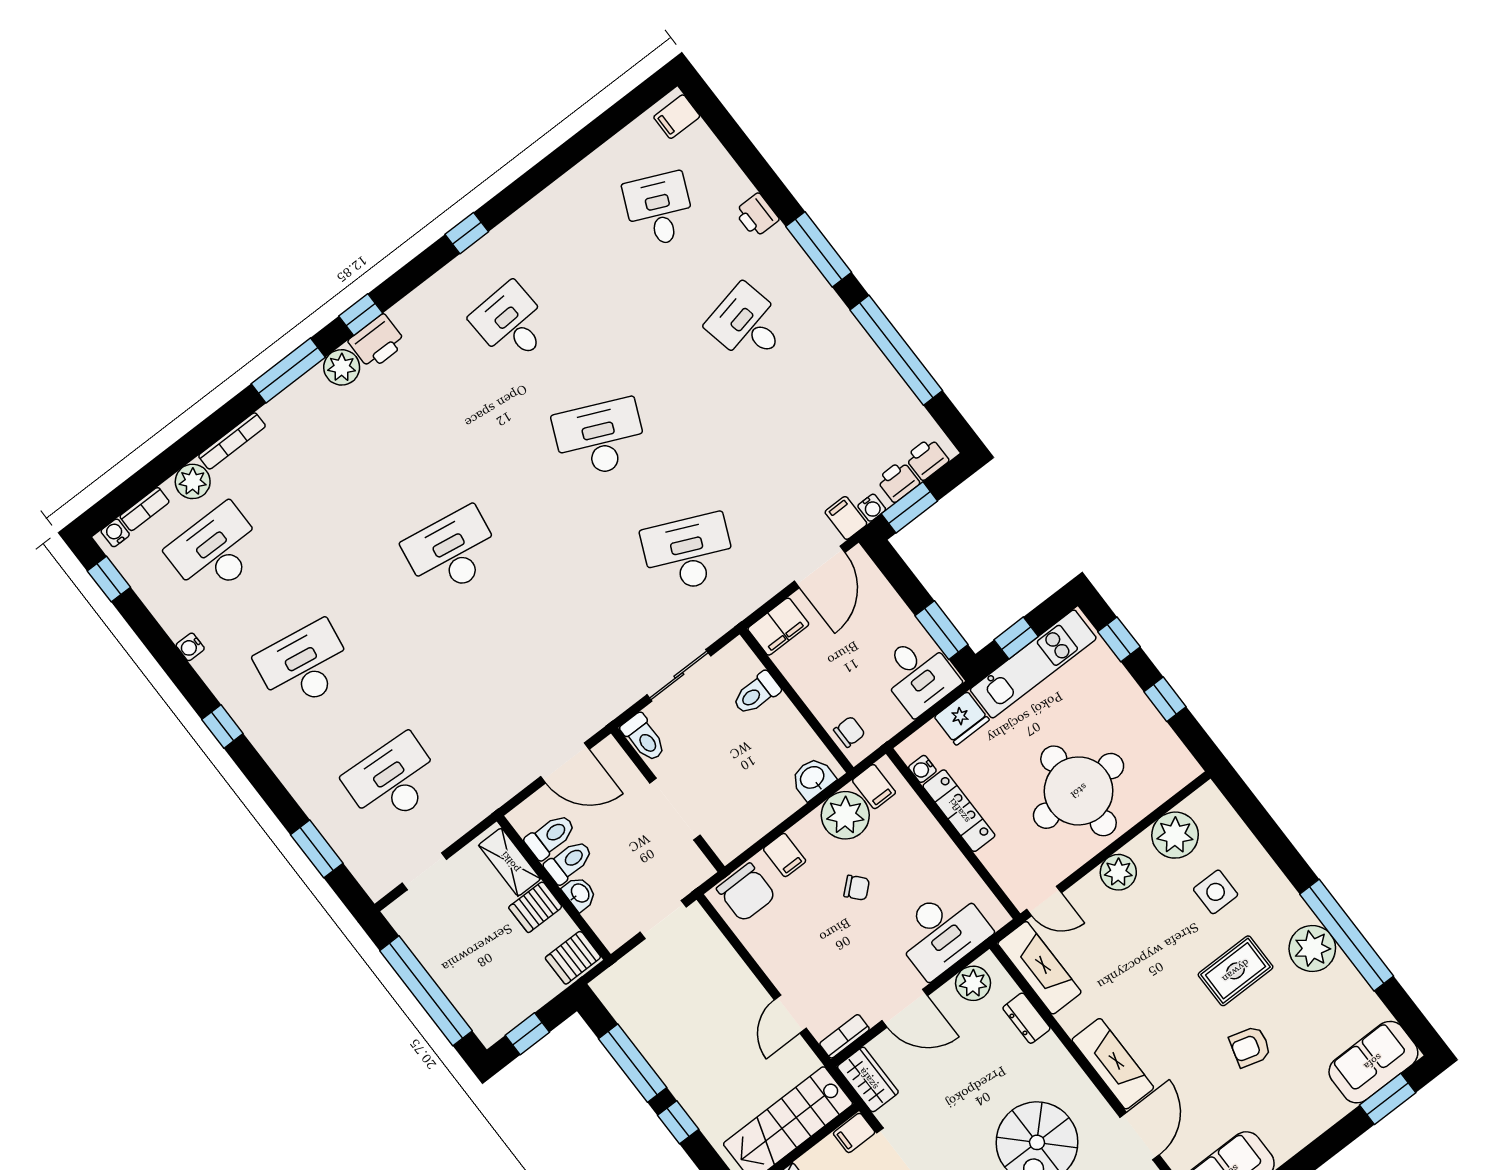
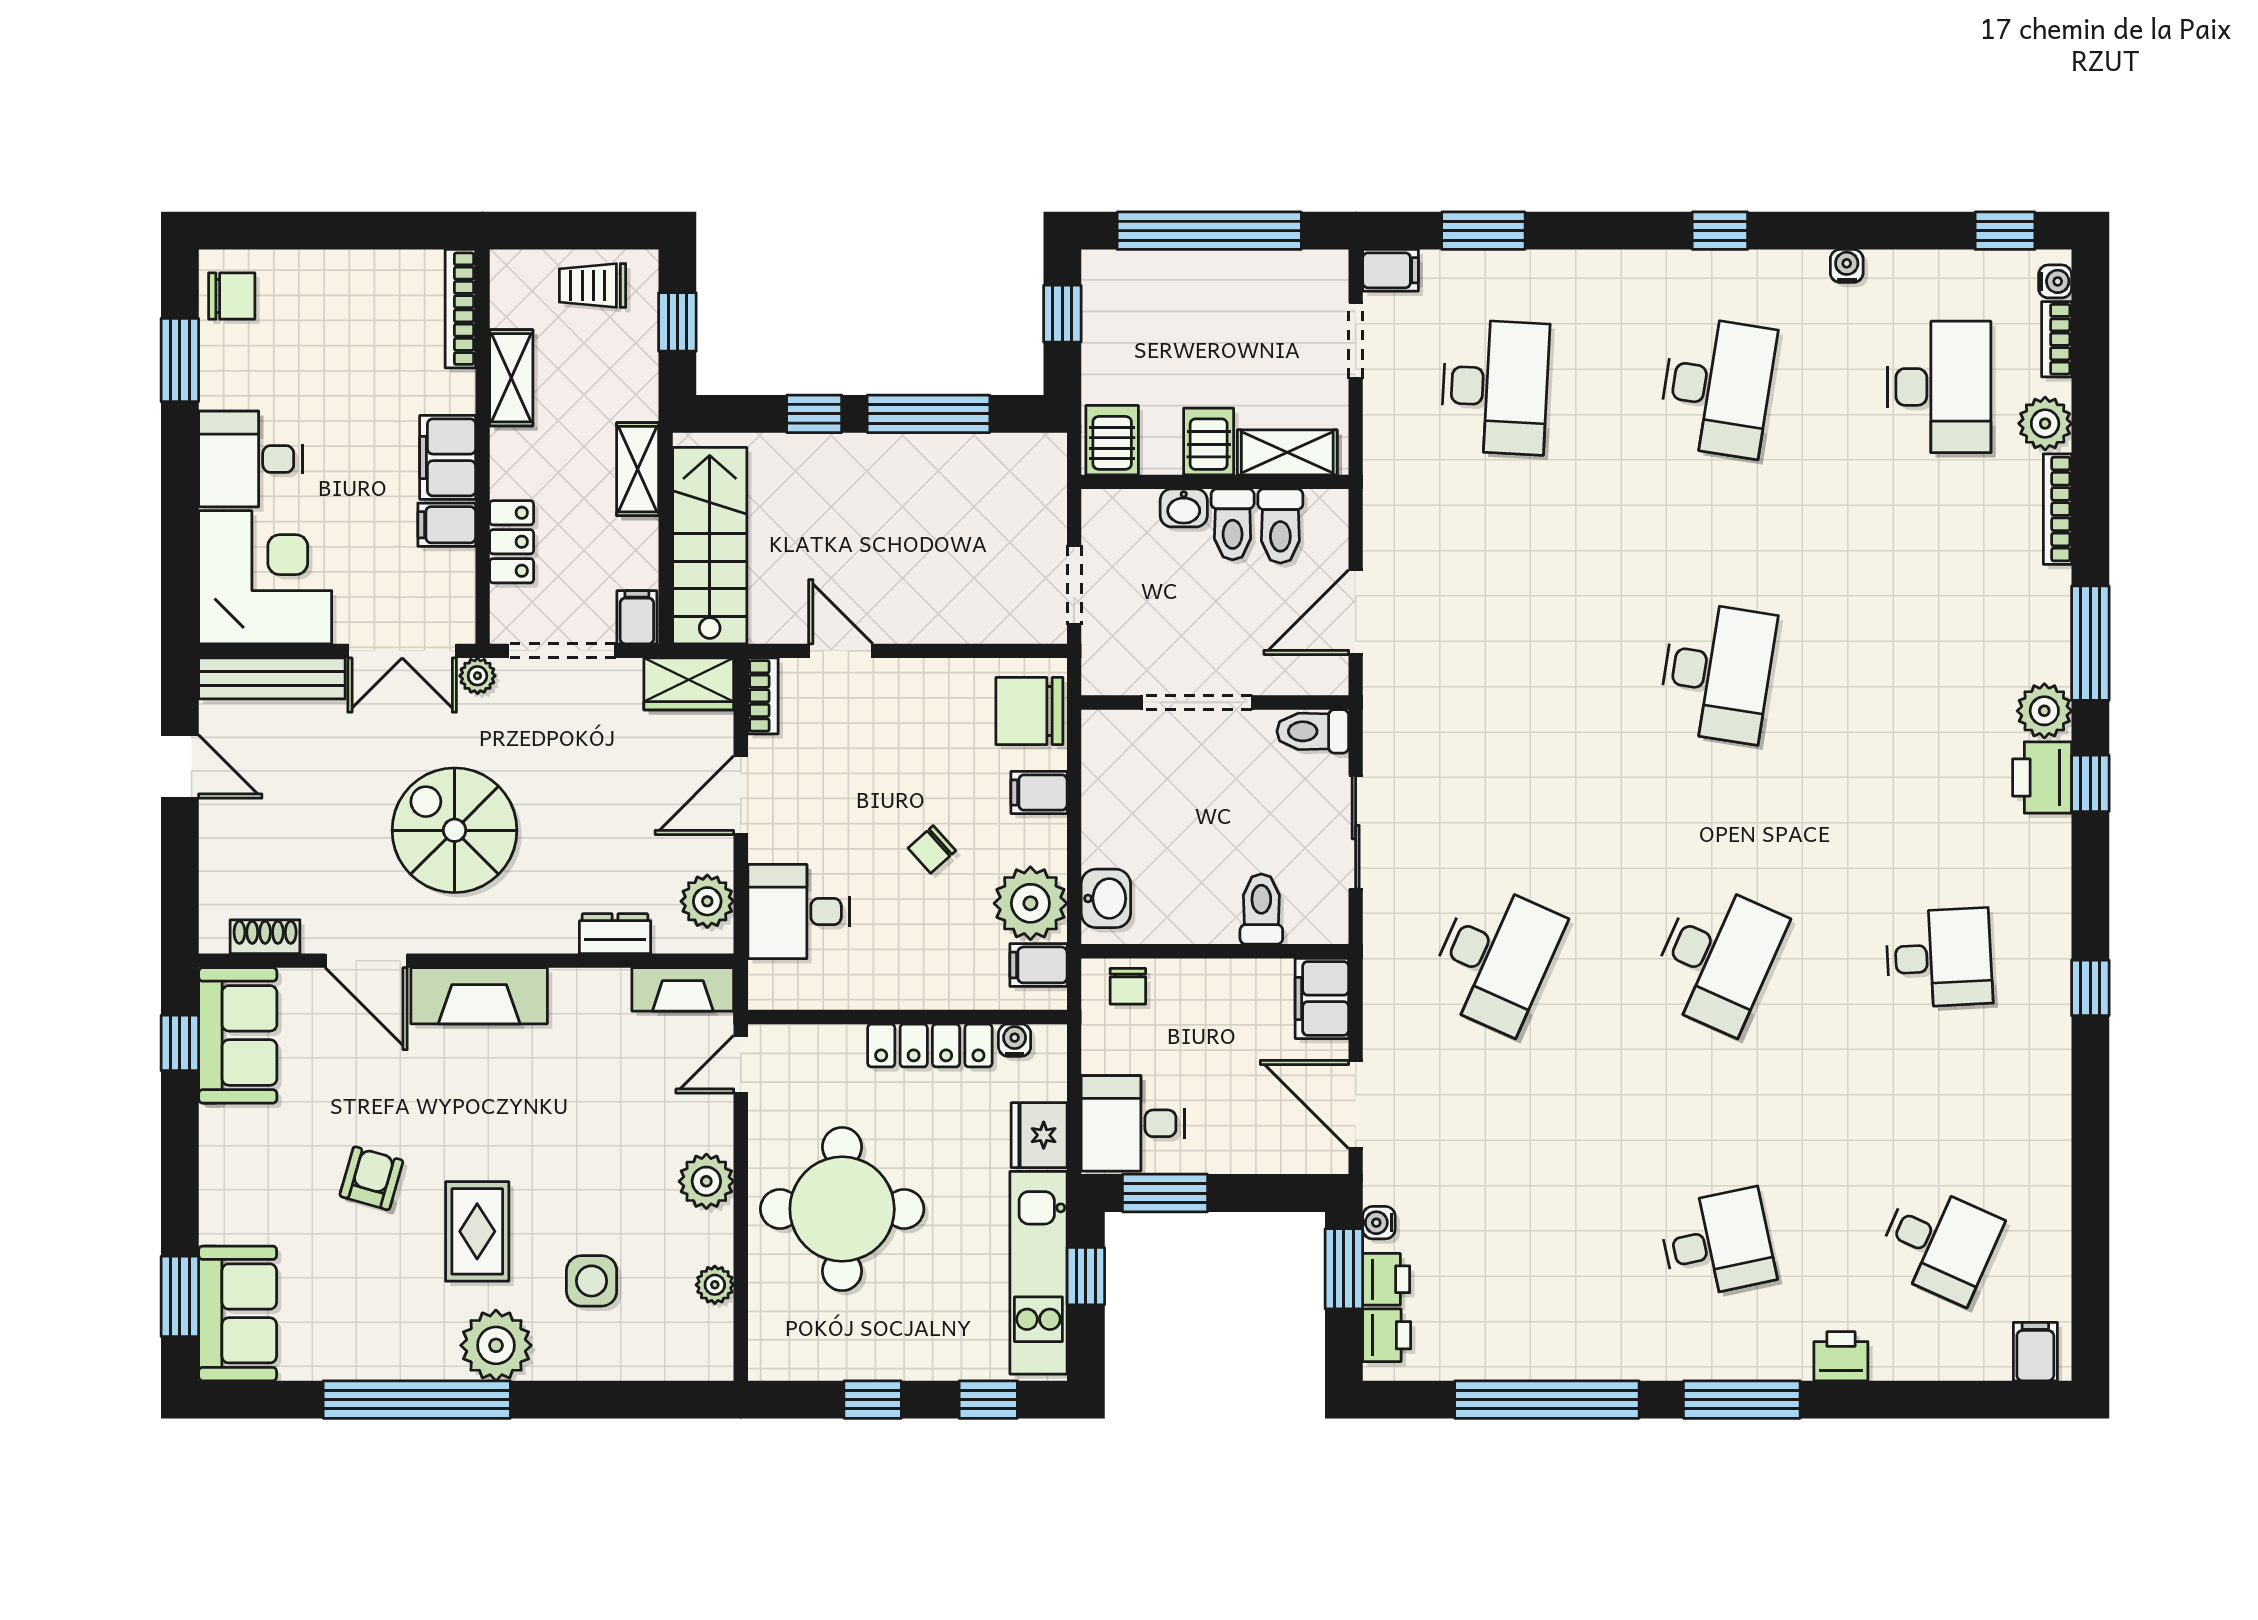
filing cabinet: (846, 518) -> (1391, 270), moved
plant: (1175, 835) -> (715, 1285), width x0.53, depth x0.53
desk: (942, 932) -> (799, 912), width x0.73
plant: (1312, 949) -> (496, 1345), moved
fireplace: (1039, 968) -> (683, 989), width x0.73, depth x0.76

